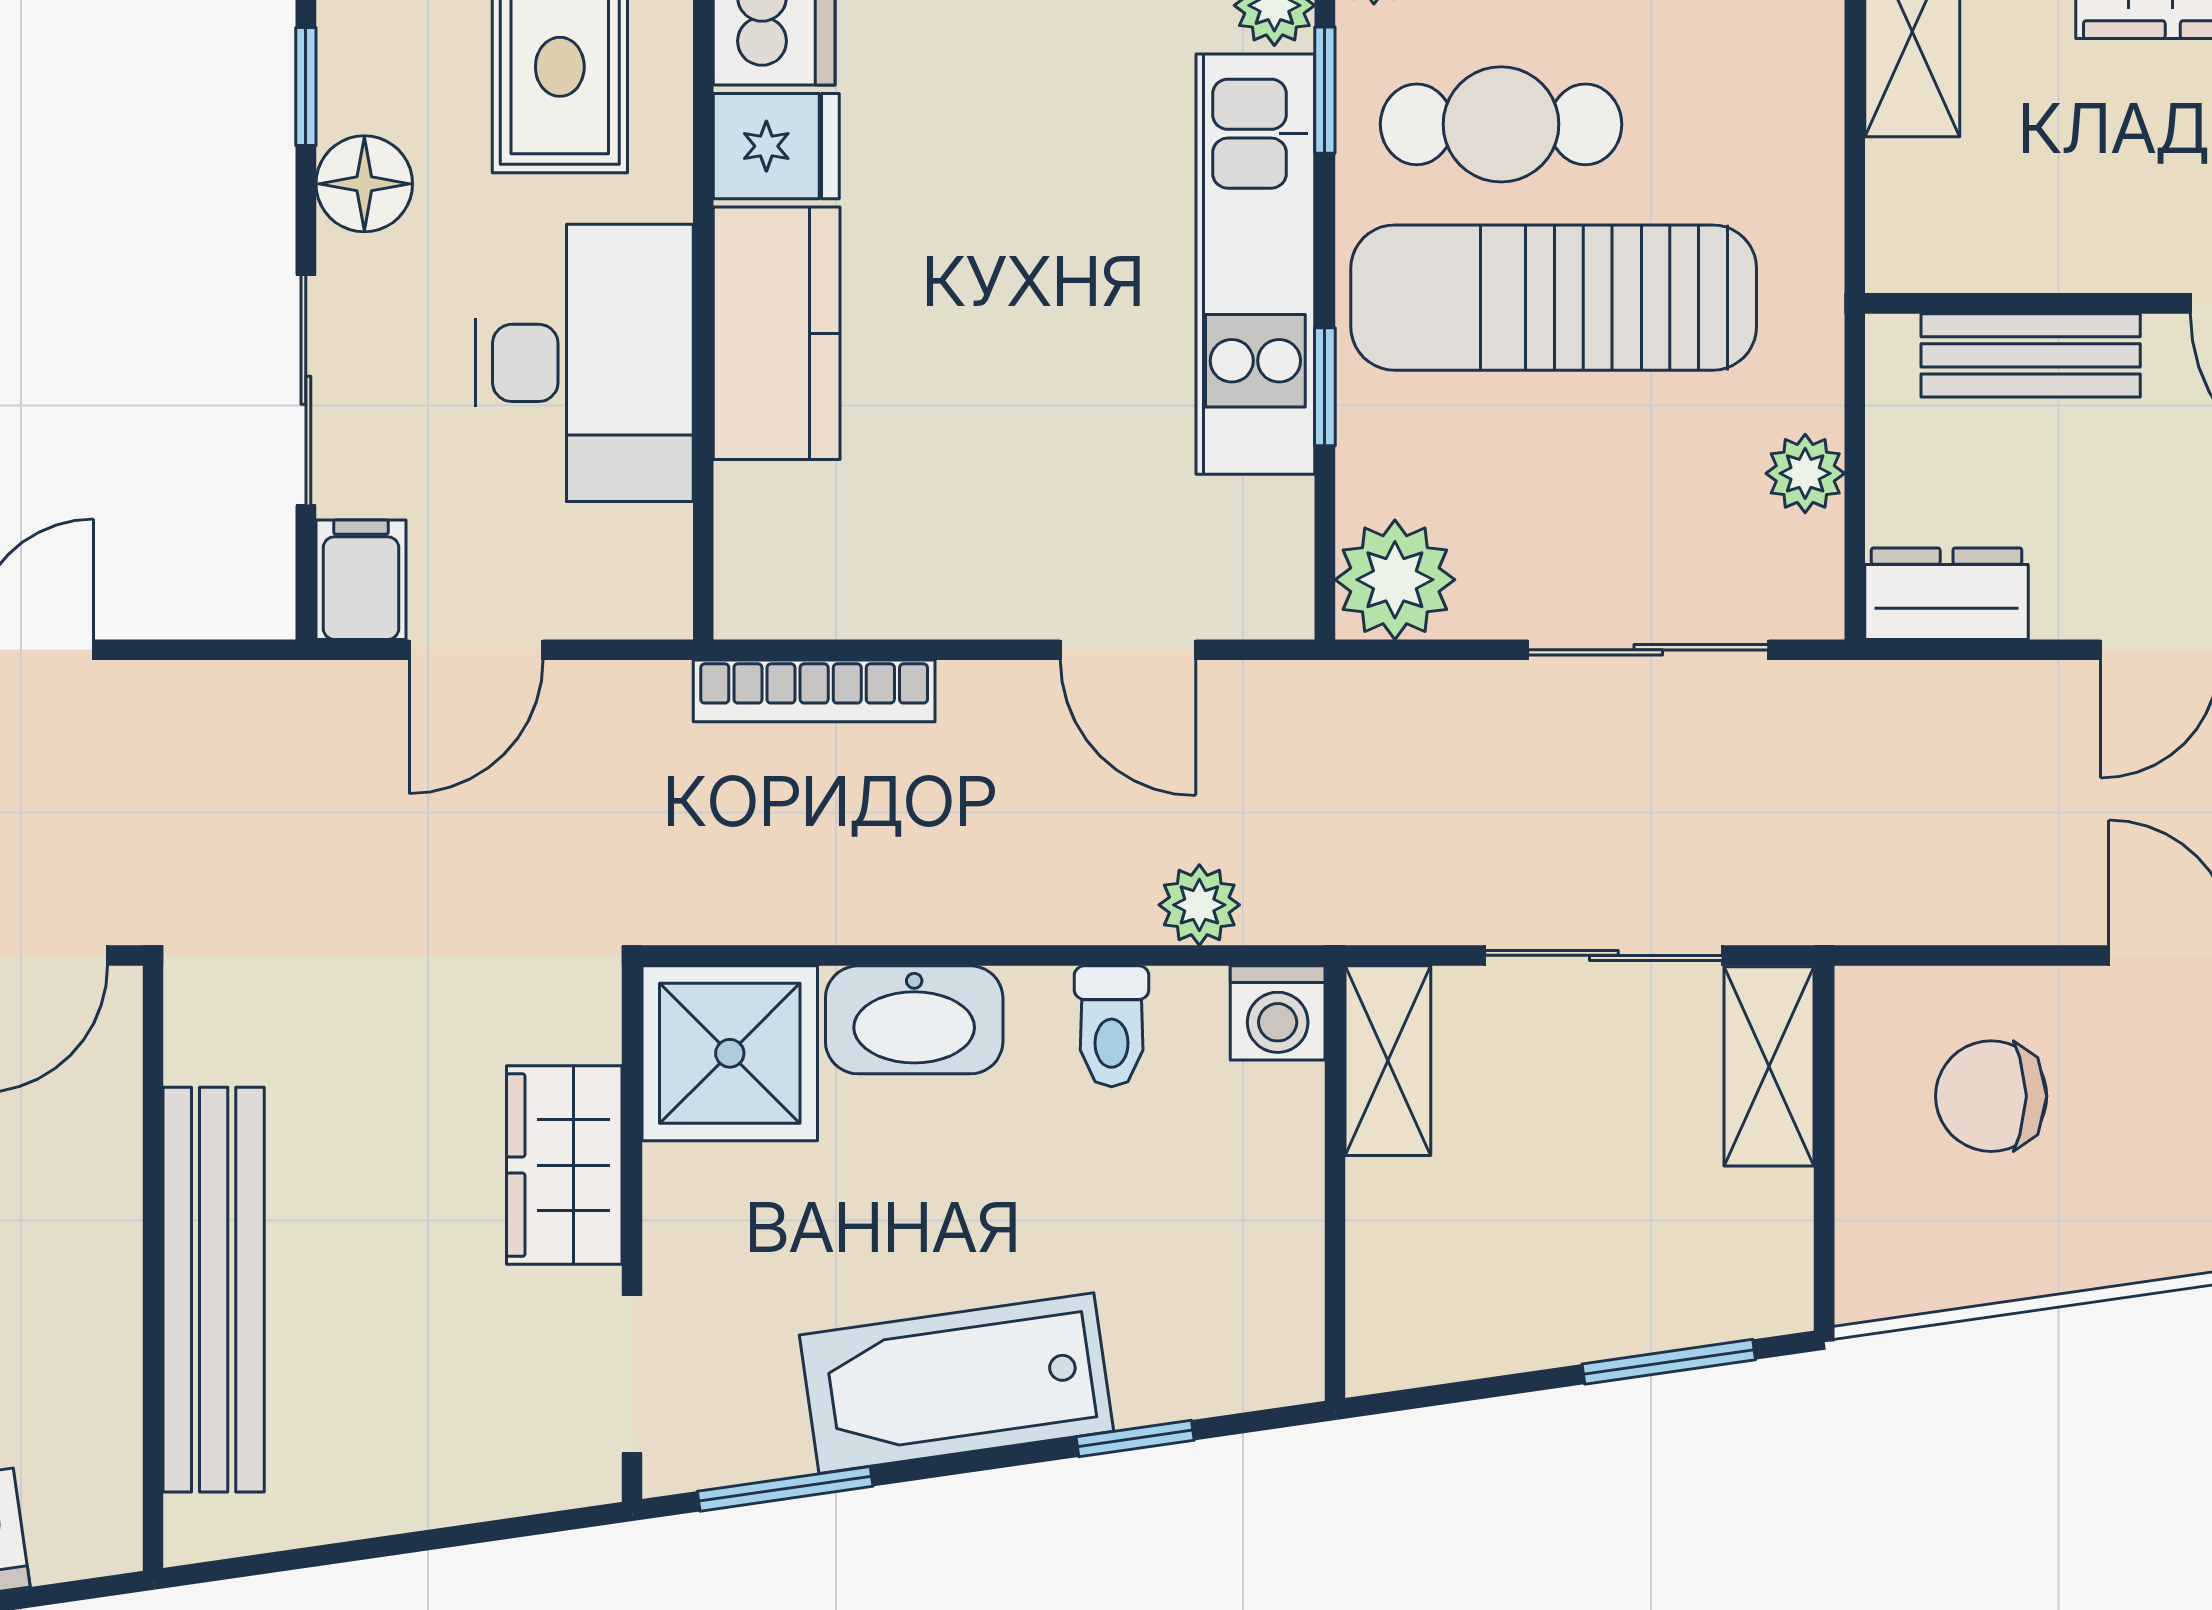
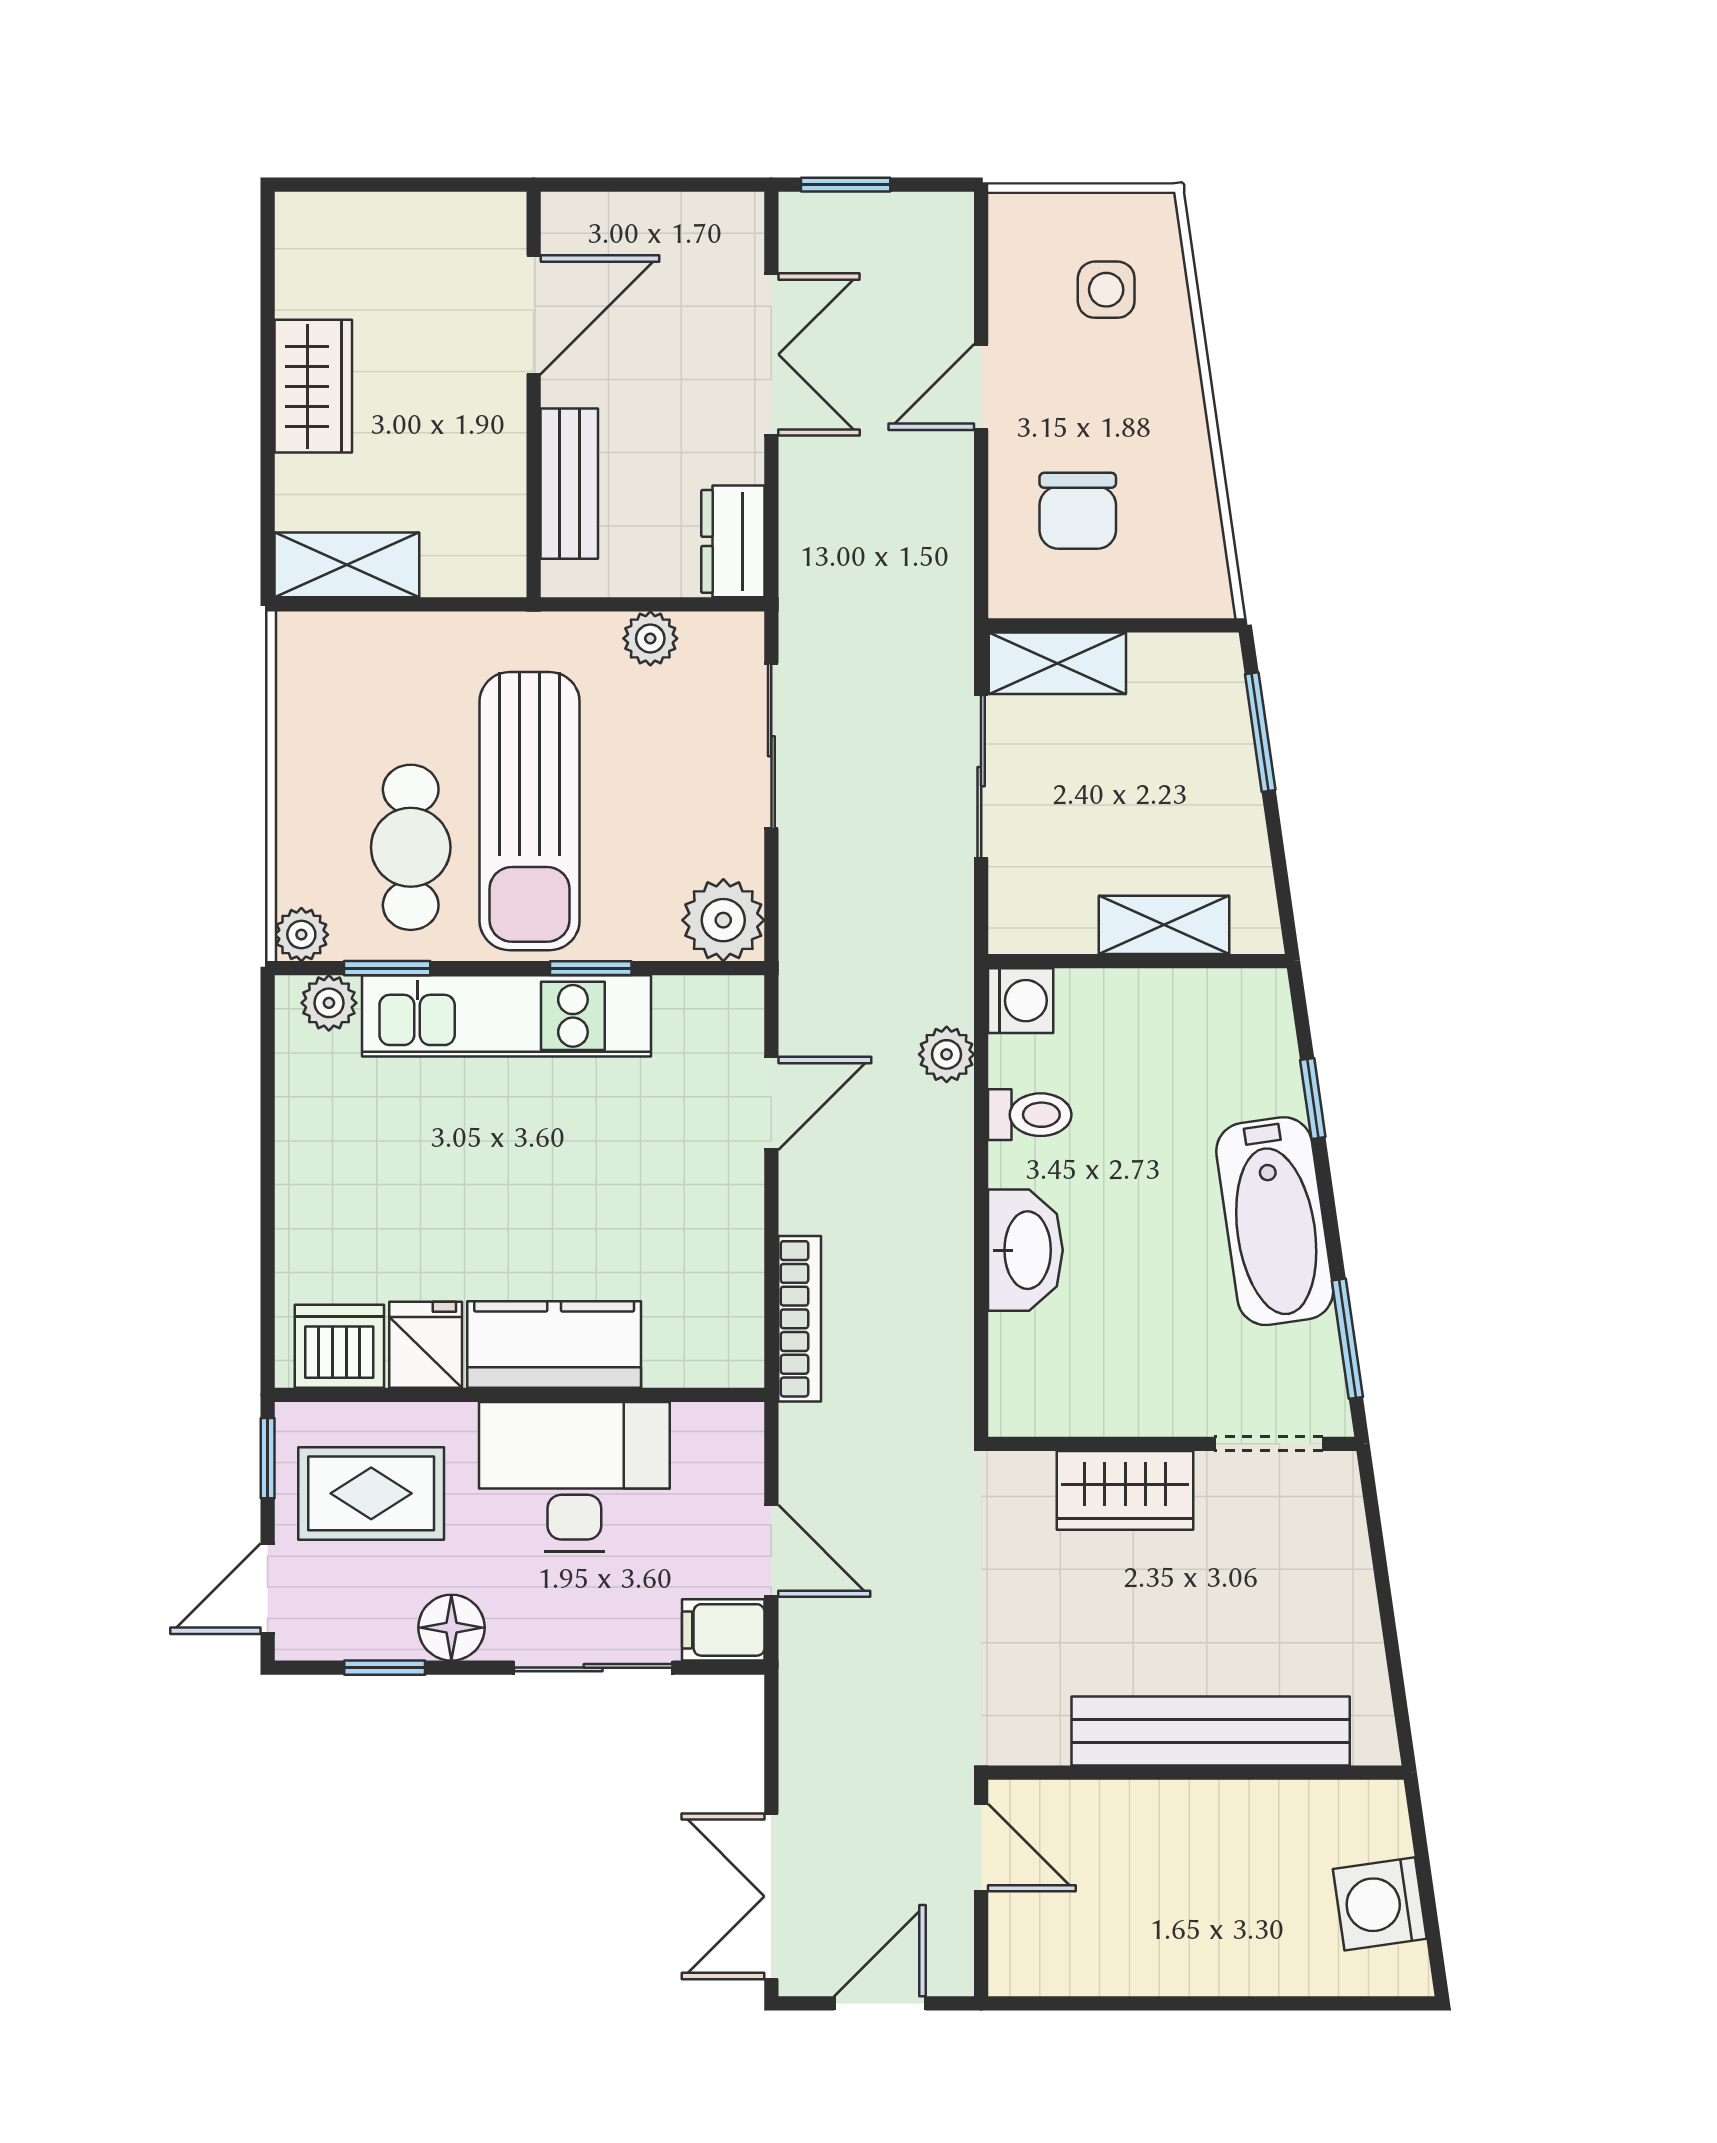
shower: (730, 1053) -> (1048, 1377), removed
shelving: (1388, 1061) -> (1164, 925), moved

